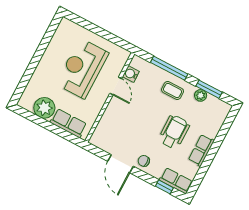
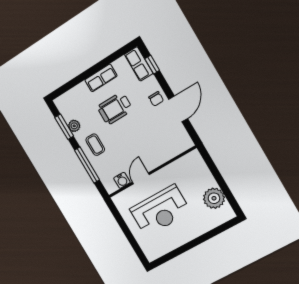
row of seats: (69, 123) -> (201, 172), removed

